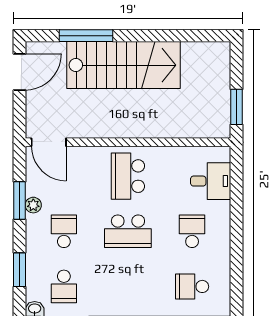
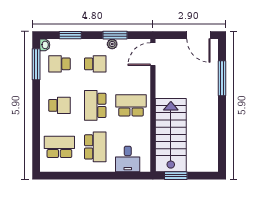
stairs: (123, 65) -> (171, 135), moved, turned 180
school desk: (192, 231) -> (95, 147), width x1.85
school desk: (128, 286) -> (59, 105), added
school desk: (192, 286) -> (59, 147), width x1.85

